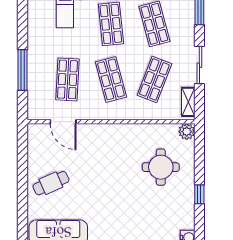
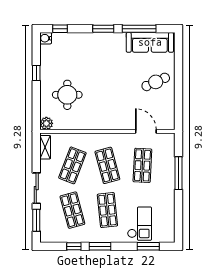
sliding door: (199, 65) -> (36, 188), moved

